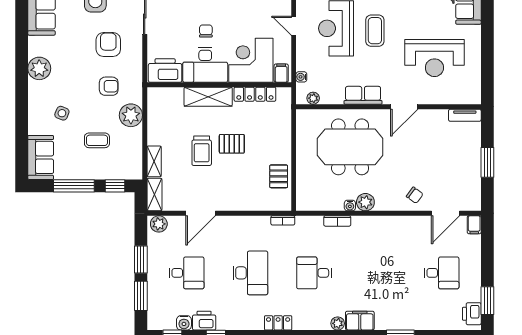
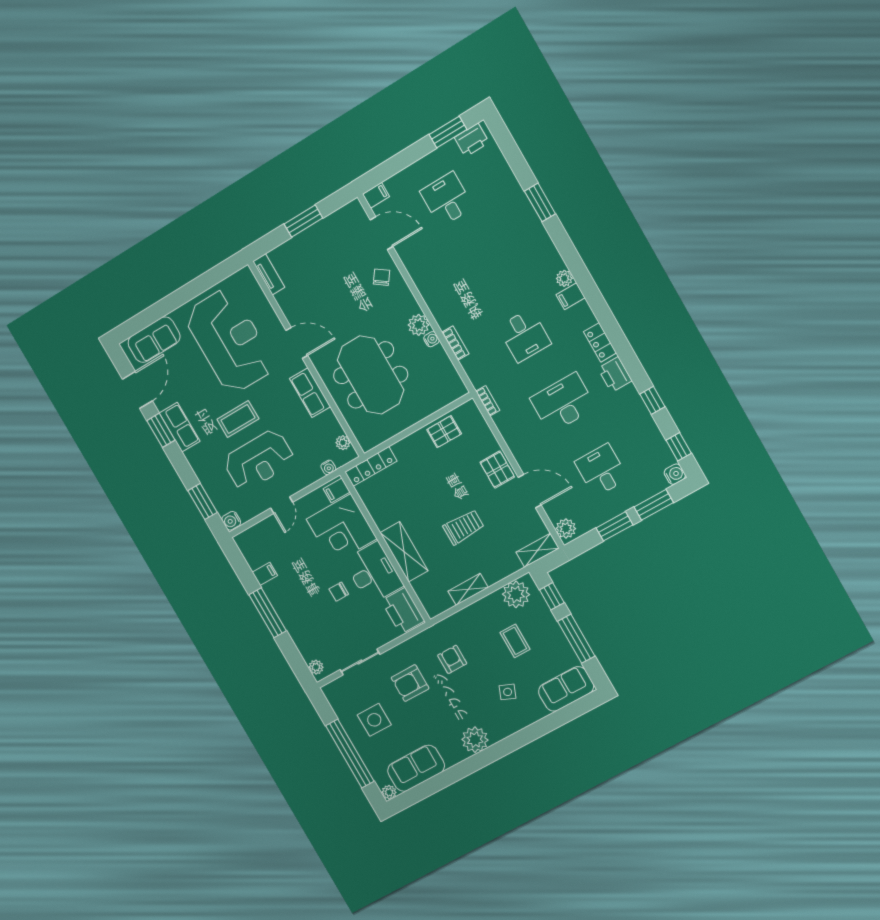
reception desk: (434, 58) -> (230, 341), width x1.36, depth x1.30
locker: (255, 94) -> (371, 466), moved, turned 90
plant: (131, 115) -> (516, 594), moved
pallet: (232, 144) -> (497, 470), moved
shelving: (154, 161) -> (468, 589), moved
printer: (204, 321) -> (615, 375), moved
filing cabinet: (360, 321) -> (570, 296), moved, width x0.50
water cooler: (184, 323) -> (675, 474), moved

